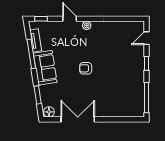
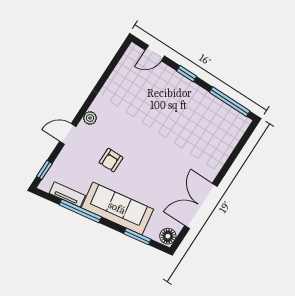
door: (146, 38) -> (155, 53), hinge flipped
sofa: (45, 68) -> (117, 208), width x1.36
armchair: (86, 68) -> (111, 160), moved

